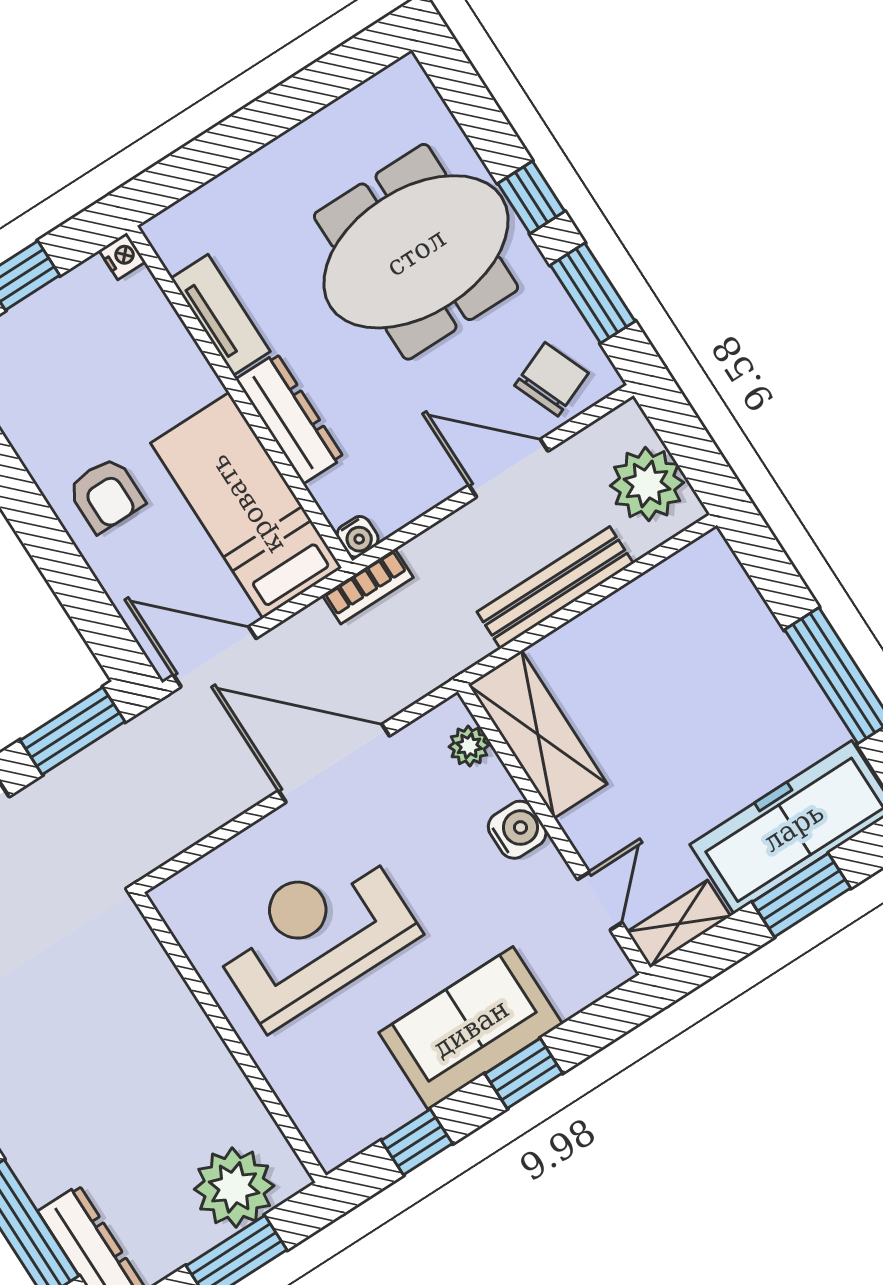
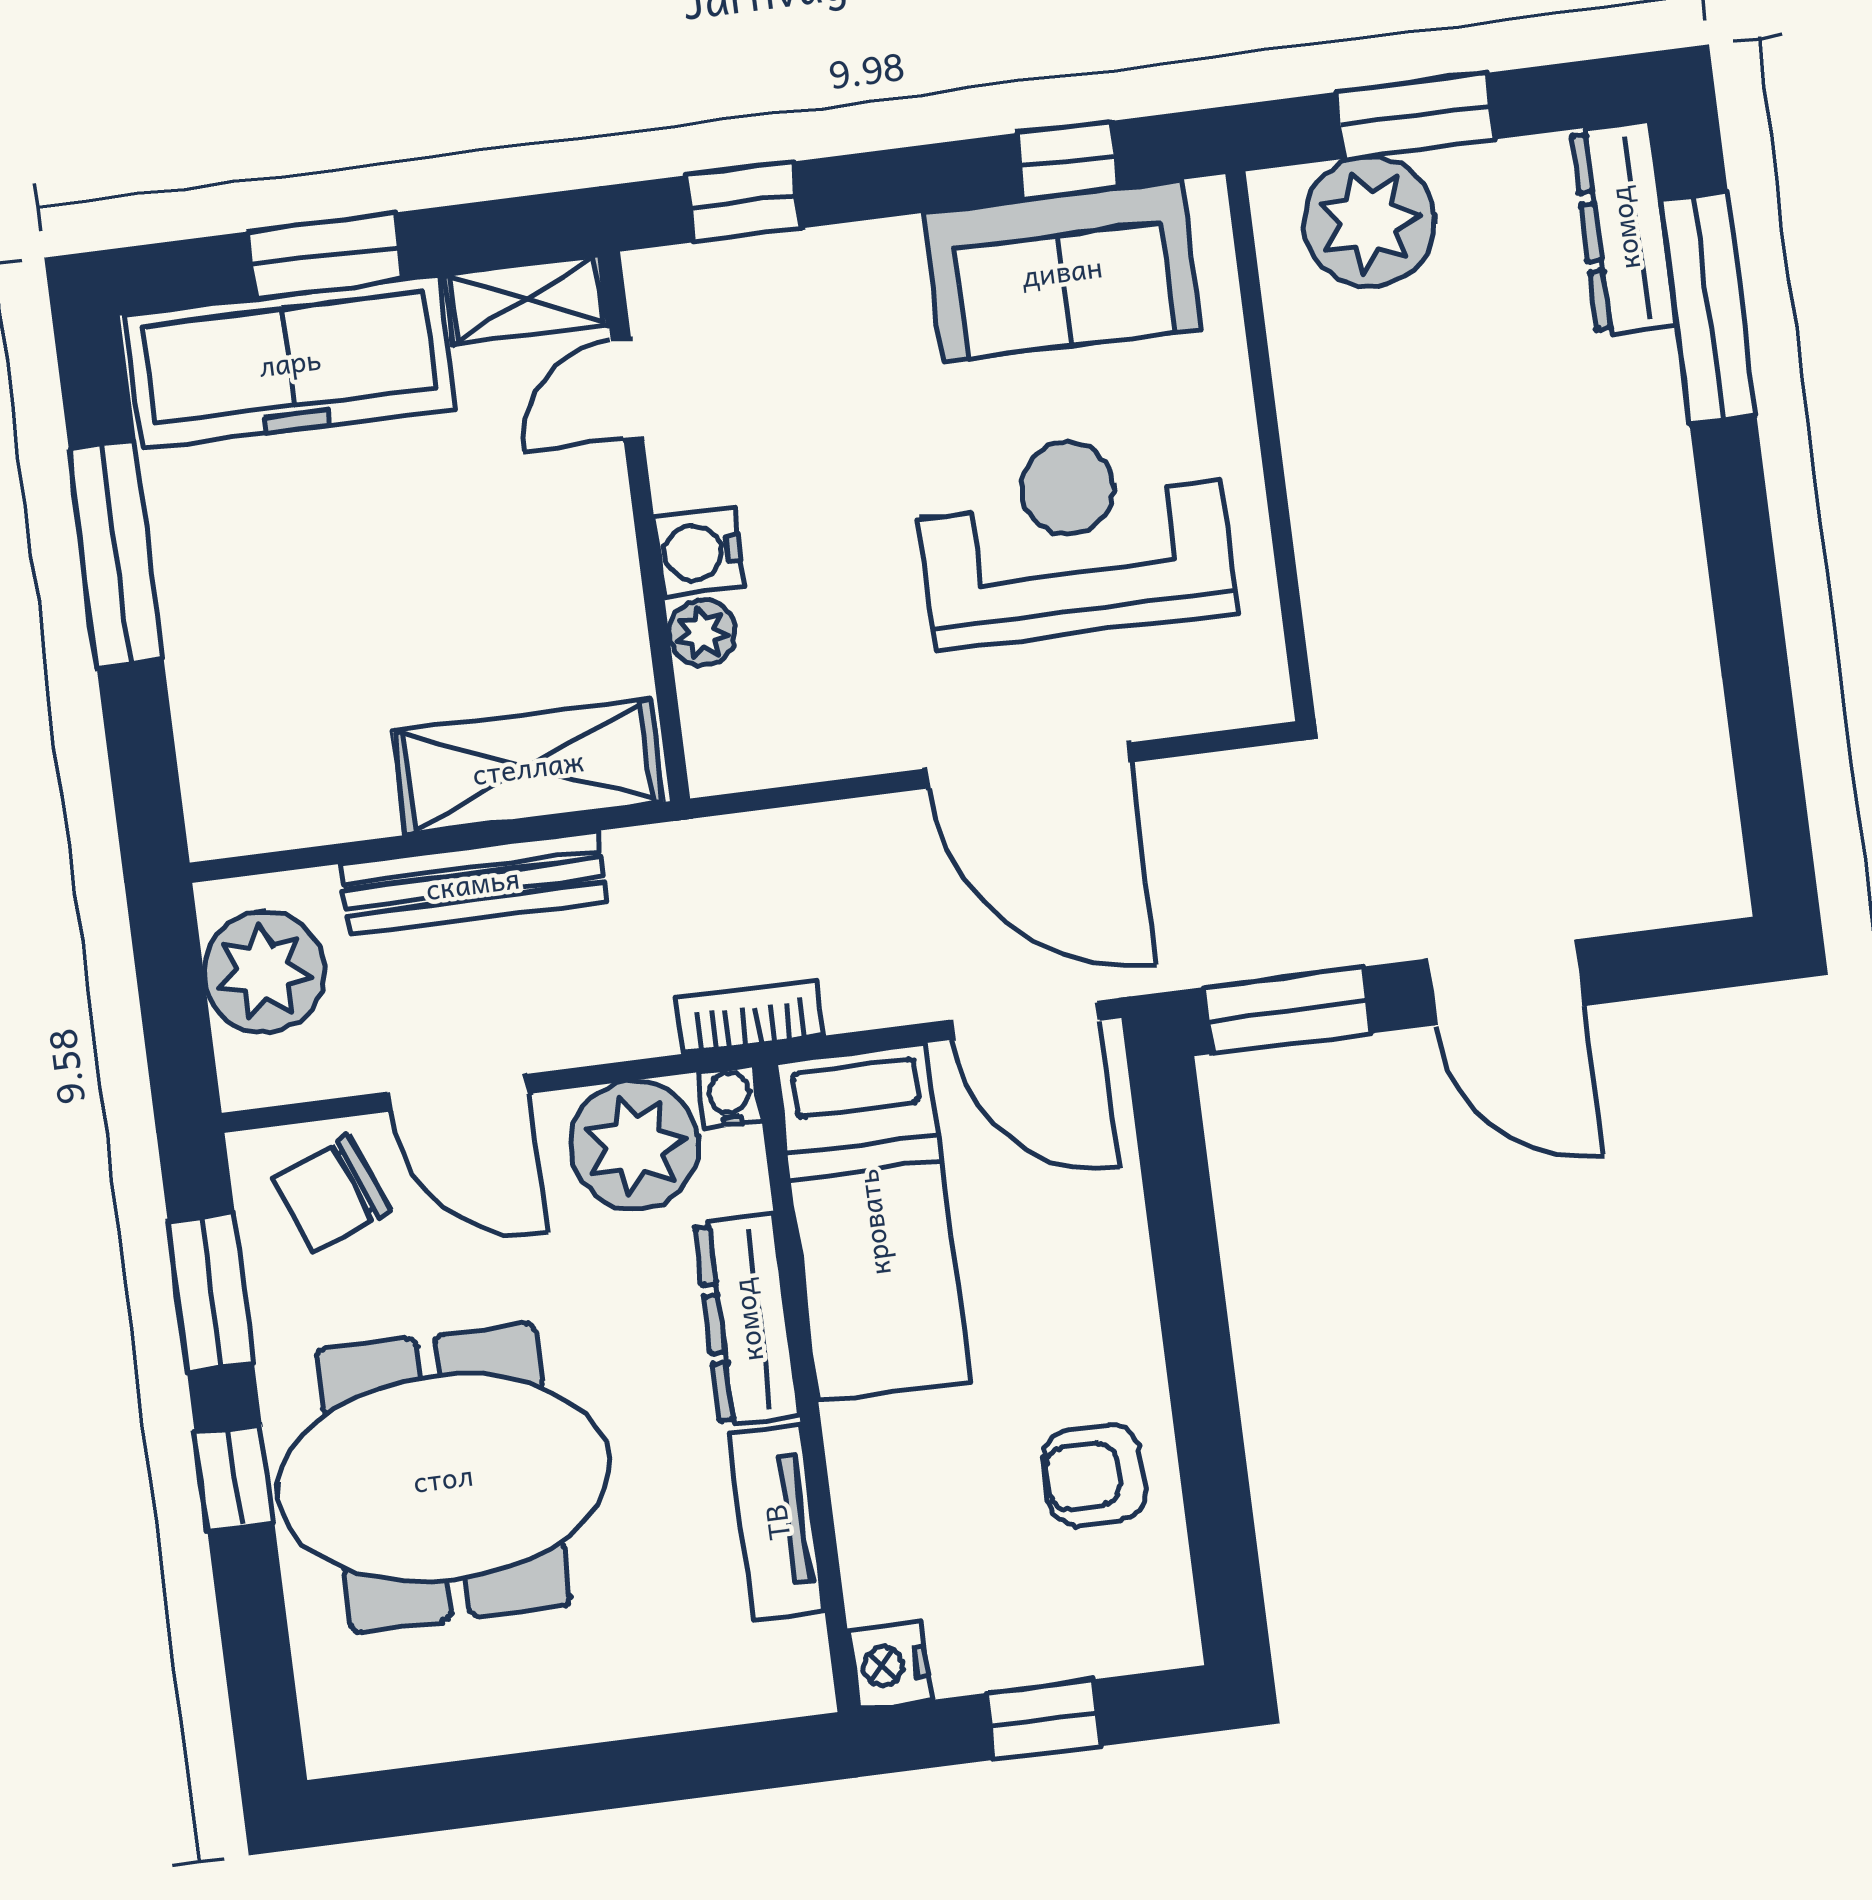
nightstand: (122, 256) -> (889, 1665), width x1.39, depth x1.35
plant: (397, 486) -> (635, 1145), added
armchair: (106, 495) -> (1094, 1475), moved, turned -90
shelving: (538, 735) -> (528, 767), moved, turned 90
plant: (469, 746) -> (702, 633), moved
door: (334, 763) -> (1028, 765), moved
reception desk: (314, 936) -> (1074, 538), turned 180
sofa: (471, 1028) -> (1062, 271), moved
window: (524, 1073) -> (744, 202), moved

